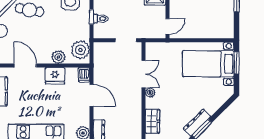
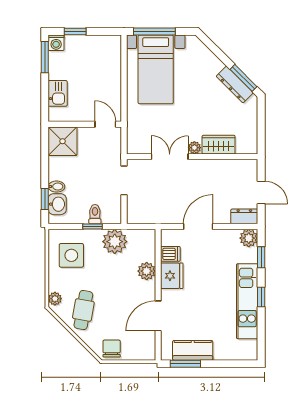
plant: (80, 50) -> (115, 242), moved
window: (237, 63) -> (154, 31), width x1.44
dishwasher: (84, 75) -> (170, 254), moved
wardrobe: (152, 121) -> (219, 145), moved

